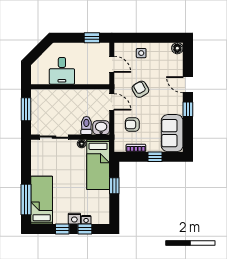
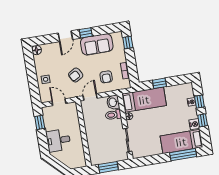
door: (112, 64) -> (59, 102), hinge flipped
desk: (62, 71) -> (58, 140), moved, turned 180
sofa: (172, 133) -> (97, 44), moved
window: (155, 157) -> (128, 43), moved
nightstand: (74, 219) -> (194, 124), moved

